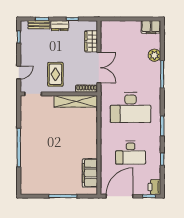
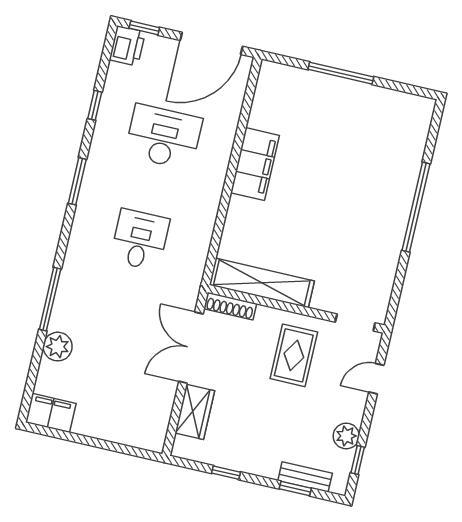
dresser: (60, 26) -> (258, 464), removed
plant: (26, 46) -> (346, 436), added
desk: (131, 108) -> (140, 240), width x0.53, depth x0.77
filing cabinet: (90, 173) -> (255, 164), moved

